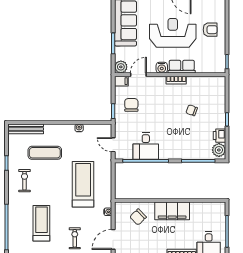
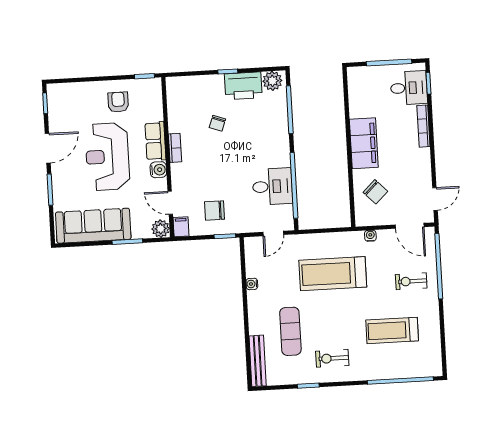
armchair: (210, 30) -> (118, 102), moved
printer: (219, 136) -> (243, 86), width x1.87, depth x1.48

